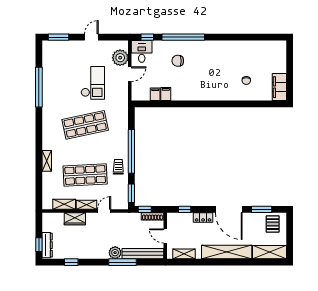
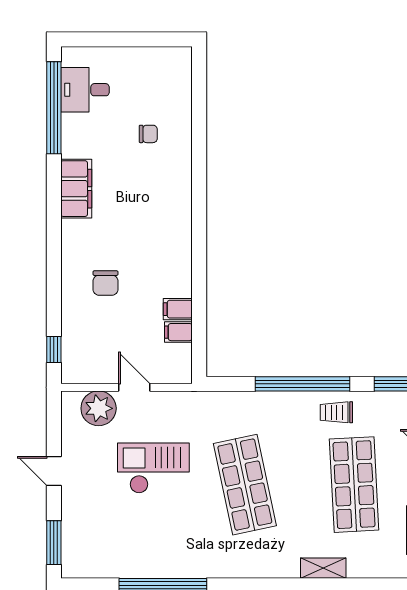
window: (183, 37) -> (54, 108), moved
desk: (142, 51) -> (85, 90), moved
filing cabinet: (279, 87) -> (76, 189), moved, turned -90

